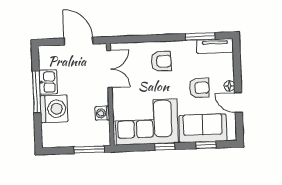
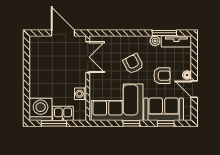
plant: (189, 46) -> (155, 41), added
armchair: (161, 61) -> (133, 64), moved, turned -117
kitchen sink: (48, 82) -> (63, 113), moved, turned -90
window: (37, 92) -> (27, 74), removed
washing machine: (54, 109) -> (41, 109), moved, turned -90
window: (89, 149) -> (54, 123), moved

